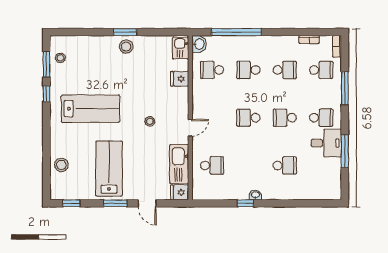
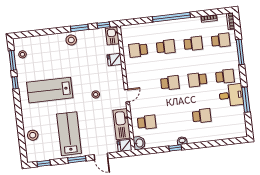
window: (125, 32) -> (79, 28), moved
window: (171, 32) -> (103, 25), added
window: (236, 32) -> (171, 17), moved
washbasin: (199, 44) -> (139, 143), moved
school desk: (248, 70) -> (166, 47), turned 180
lab bench: (90, 109) -> (50, 90), turned 180
school desk: (248, 118) -> (170, 83), turned 180

